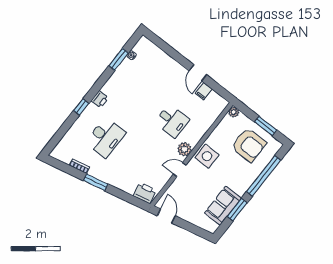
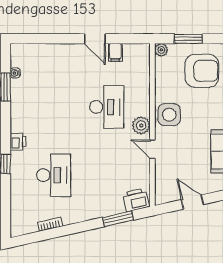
desk: (172, 121) -> (107, 107), width x1.37
window: (266, 126) -> (188, 39), moved
door: (180, 170) -> (152, 149), hinge flipped
window: (96, 182) -> (118, 219), moved
door: (166, 216) -> (192, 202), moved

